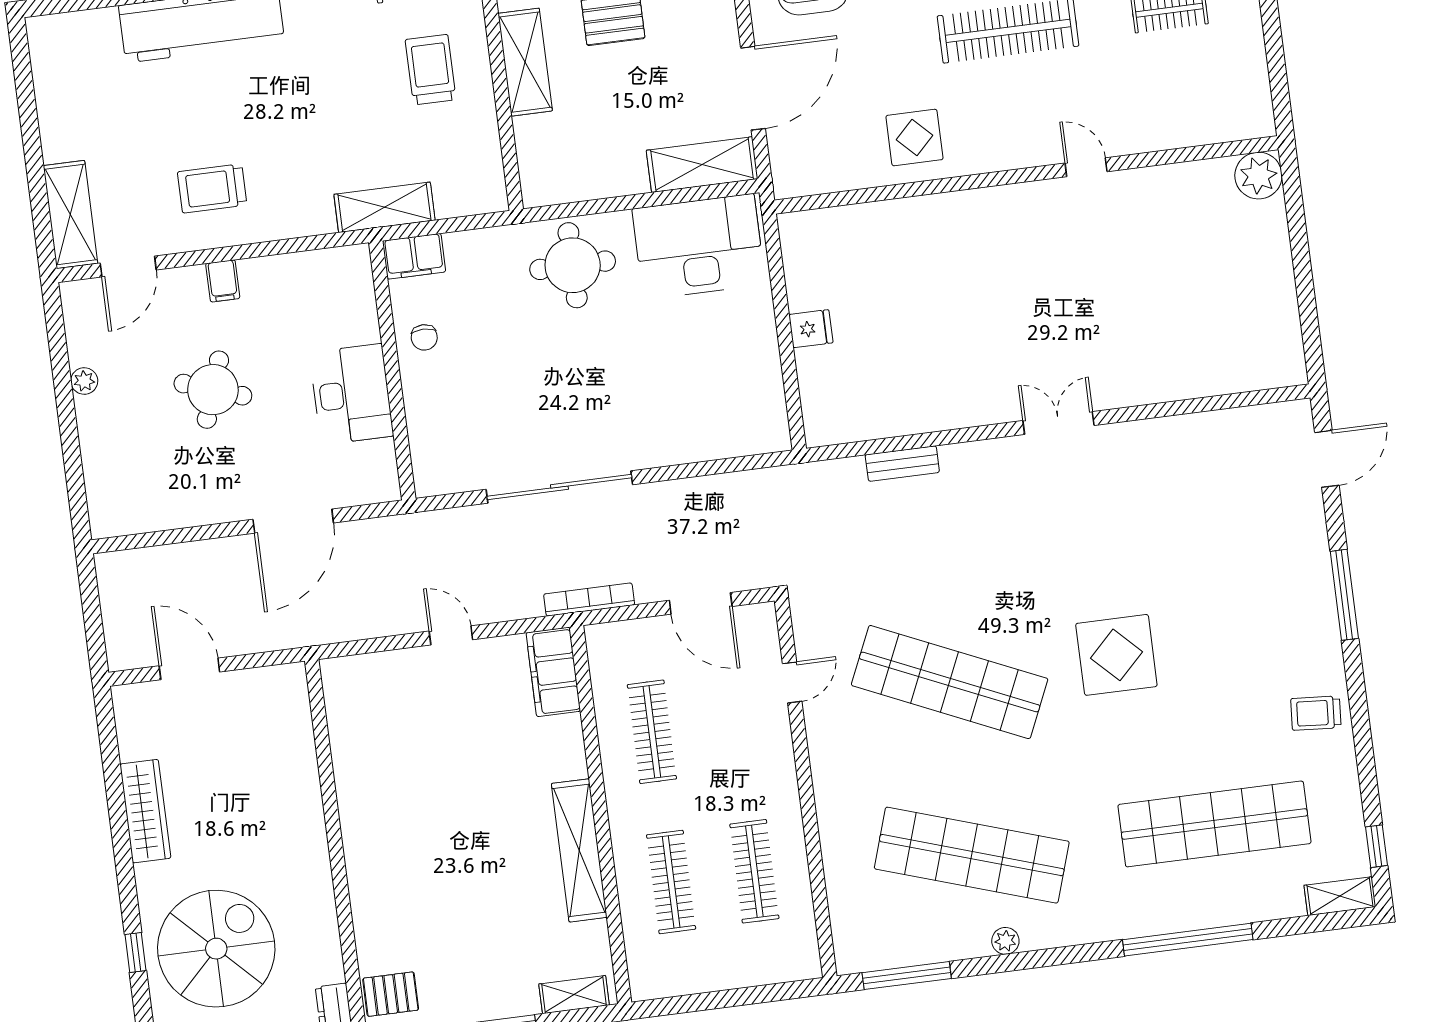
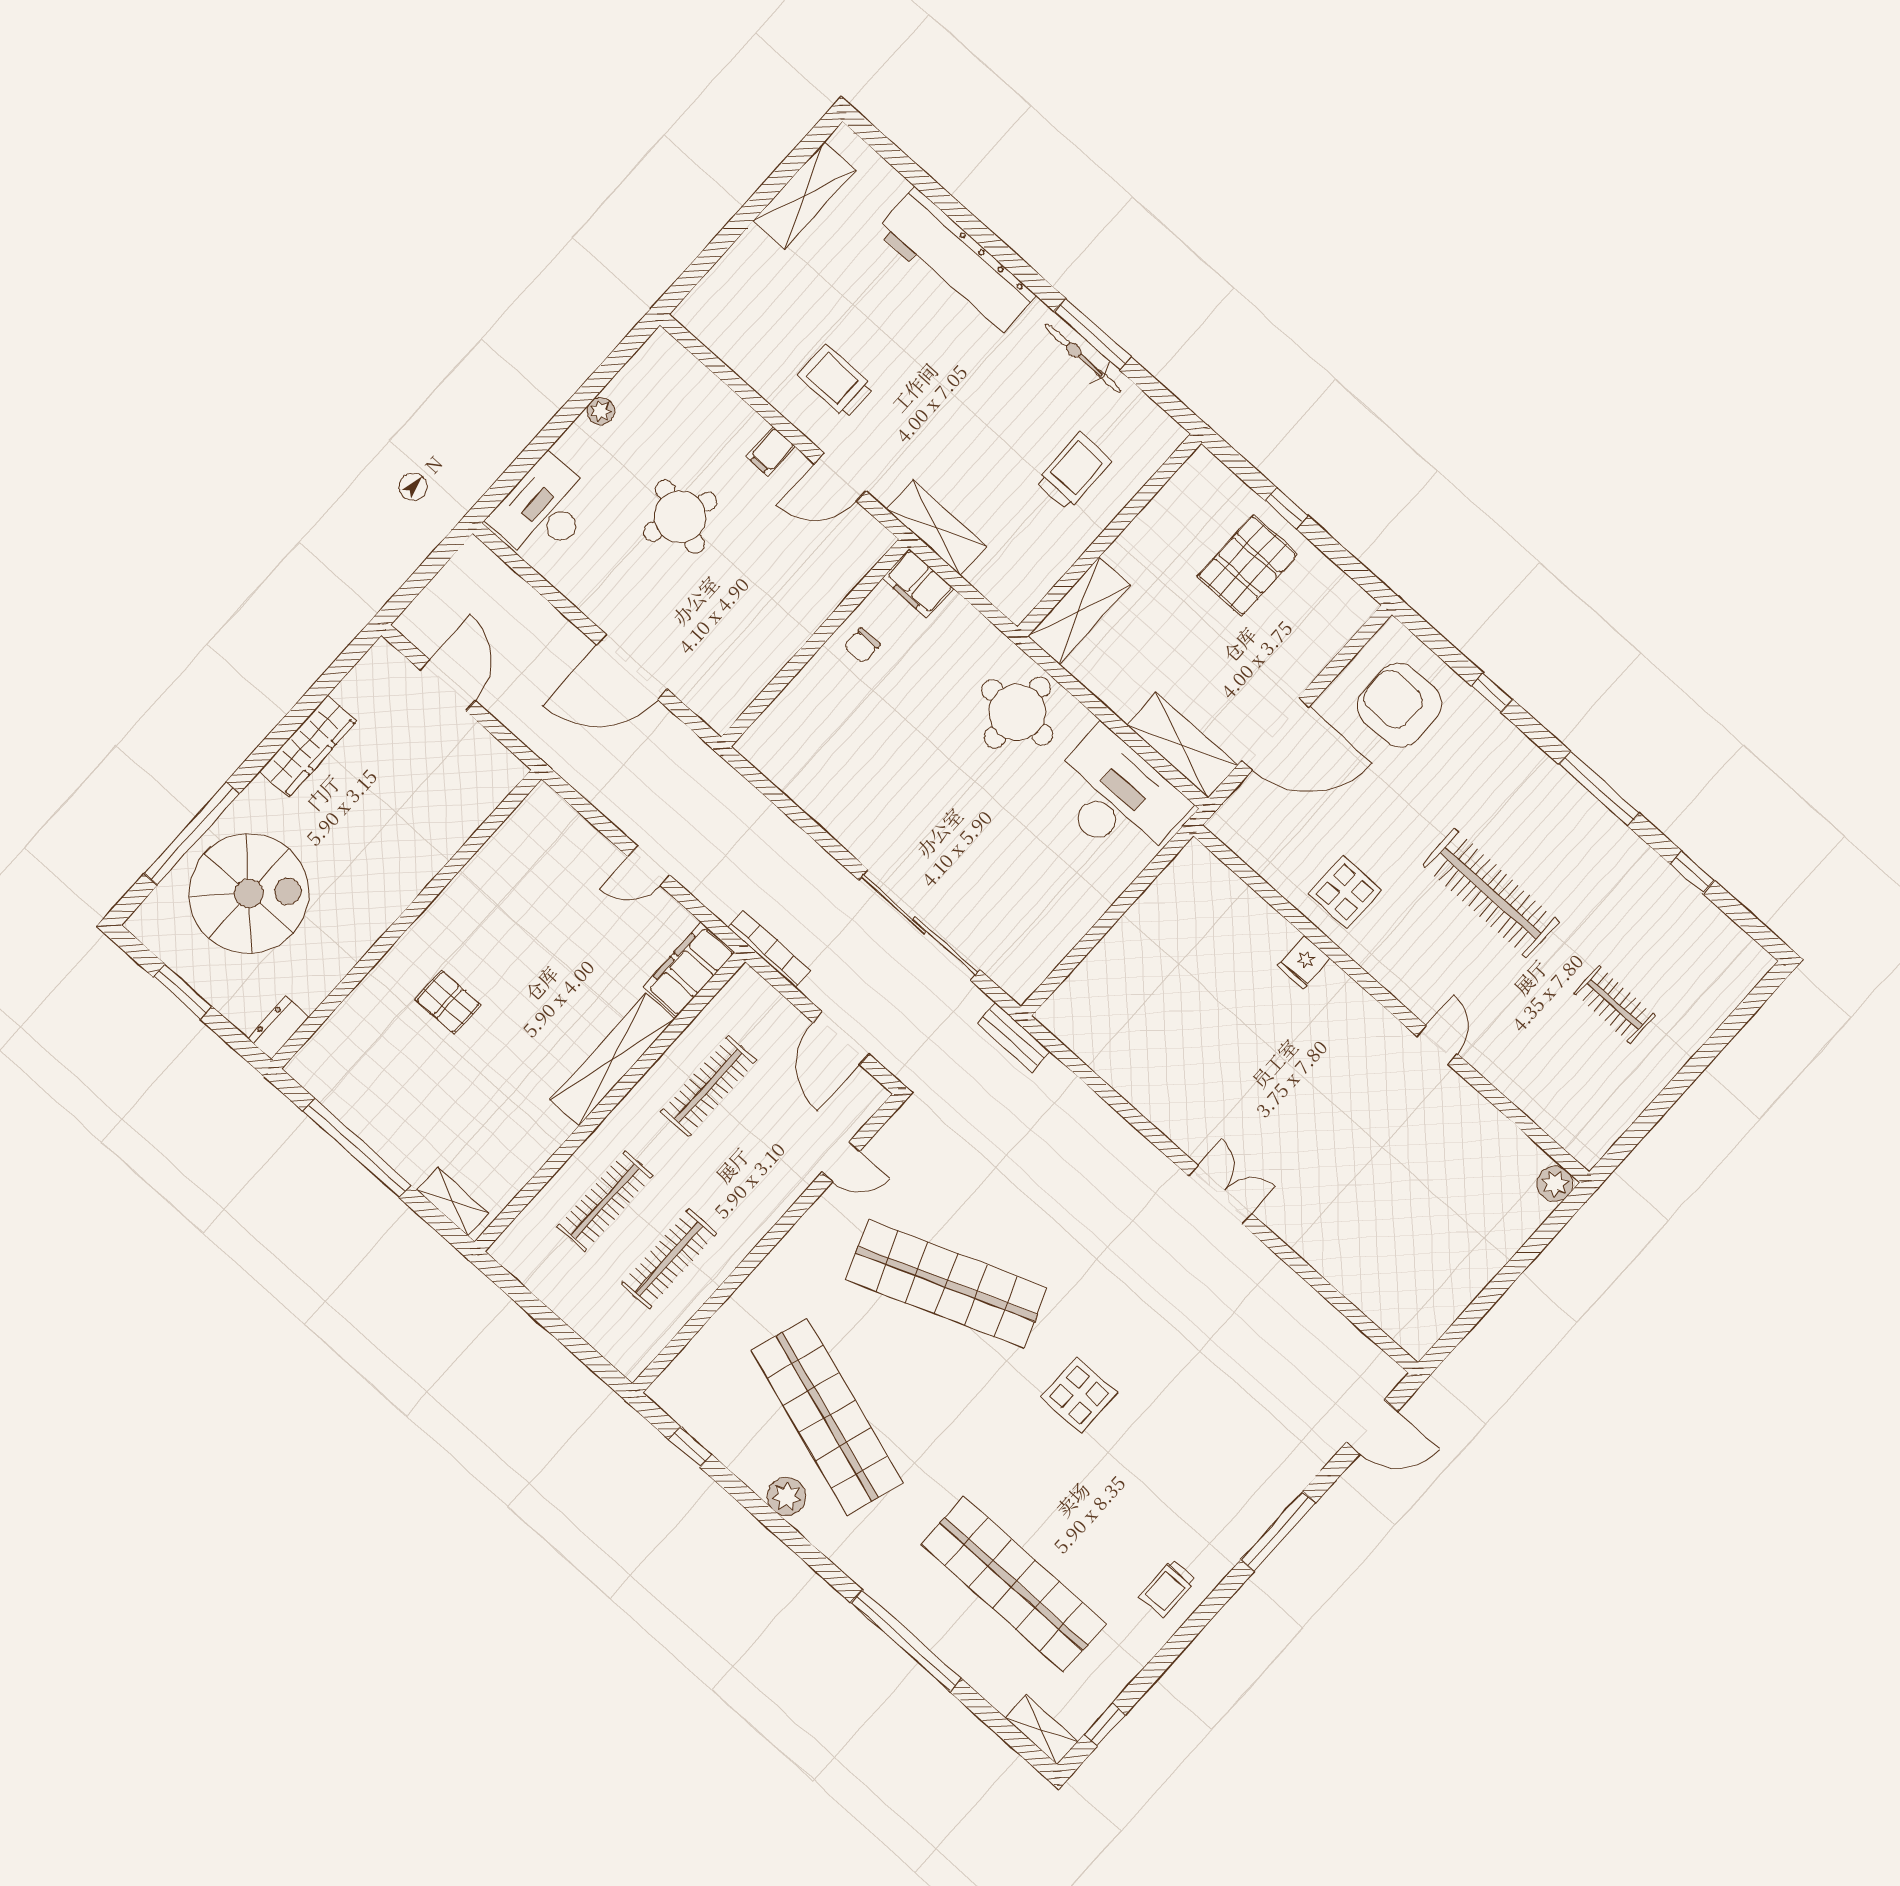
shelving: (525, 62) -> (1079, 611), moved
plant: (1258, 176) -> (1555, 1184), width x0.73, depth x0.73
shelving: (70, 215) -> (804, 196), moved
door: (128, 266) -> (840, 477), moved
fridge: (811, 329) -> (1304, 962), moved, turned 90
desk: (351, 394) -> (544, 510), moved, turned 180
bench: (902, 464) -> (1014, 1037), moved
sliding door: (559, 487) -> (919, 925), moved
door: (451, 635) -> (649, 866), swing flipped
display table: (1116, 655) -> (1079, 1395), width x0.73, depth x0.73
shop shelf: (950, 682) -> (946, 1284), turned -45
trolley: (1316, 713) -> (1168, 1589), turned -94
shelving: (579, 850) -> (612, 1059), moved
plant: (1005, 941) -> (787, 1496), width x1.38, depth x1.38
window: (136, 953) -> (192, 833), width x3.17
window: (907, 976) -> (690, 1447), width x0.46
pallet: (391, 994) -> (448, 1002), moved

